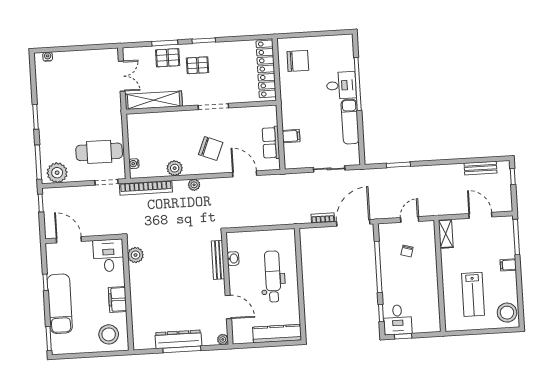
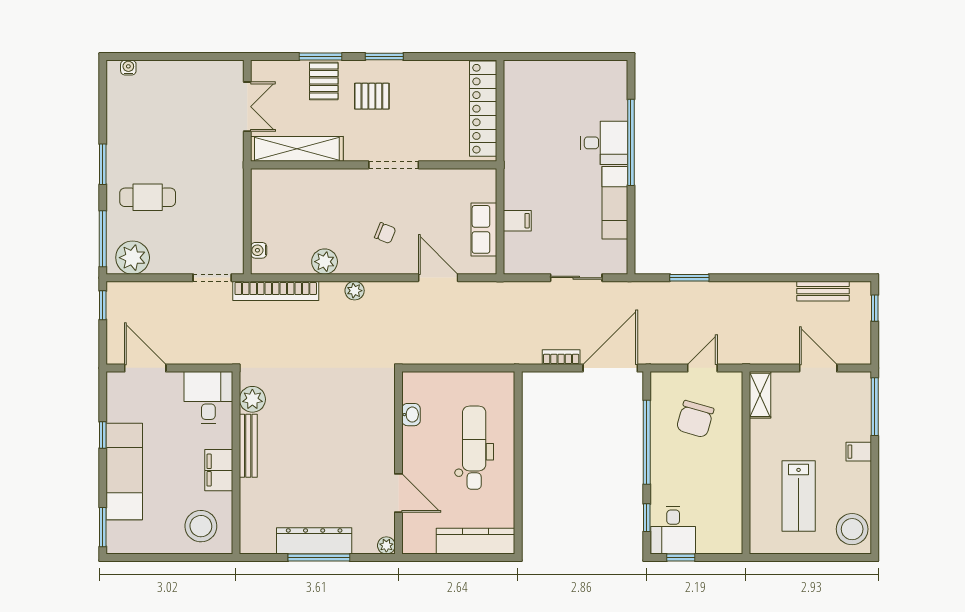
pallet: (168, 58) -> (324, 81), turned 90
chair: (298, 61) -> (536, 99), removed
chair: (211, 148) -> (385, 233), width x0.54, depth x0.54
cafe table: (99, 152) -> (148, 197), moved, width x0.73, depth x0.74
chair: (407, 251) -> (695, 419), width x1.87, depth x1.87
bench: (218, 260) -> (248, 446), moved

